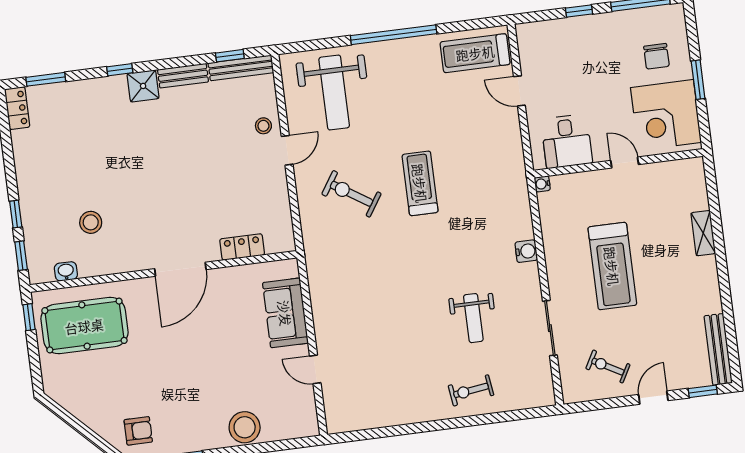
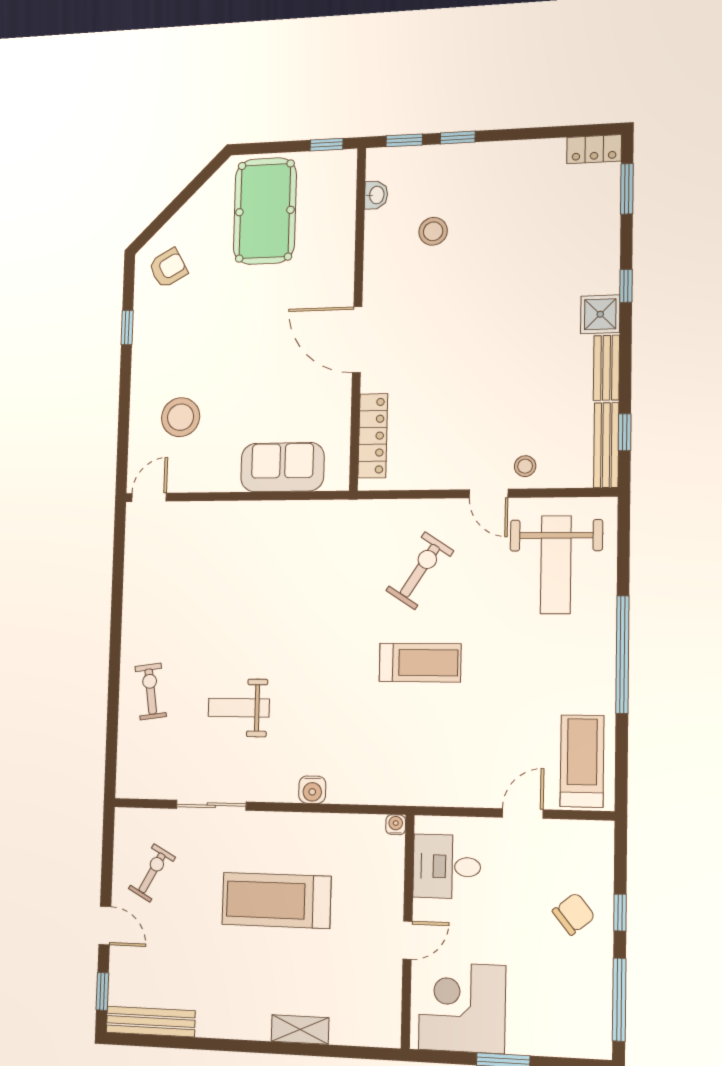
chair: (656, 56) -> (574, 914), moved, turned 141
weight bench: (334, 92) -> (556, 565), turned -90
locker: (242, 247) -> (373, 436), width x1.53
pool table: (84, 326) -> (265, 211), moved
door: (315, 369) -> (149, 497), moved
stool: (245, 427) -> (181, 417), moved
armchair: (138, 431) -> (168, 268), turned -119

